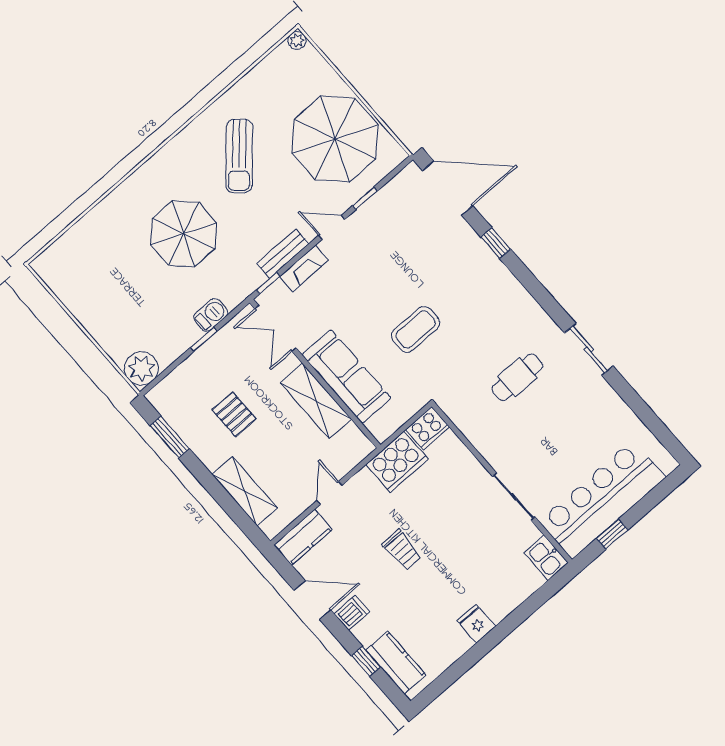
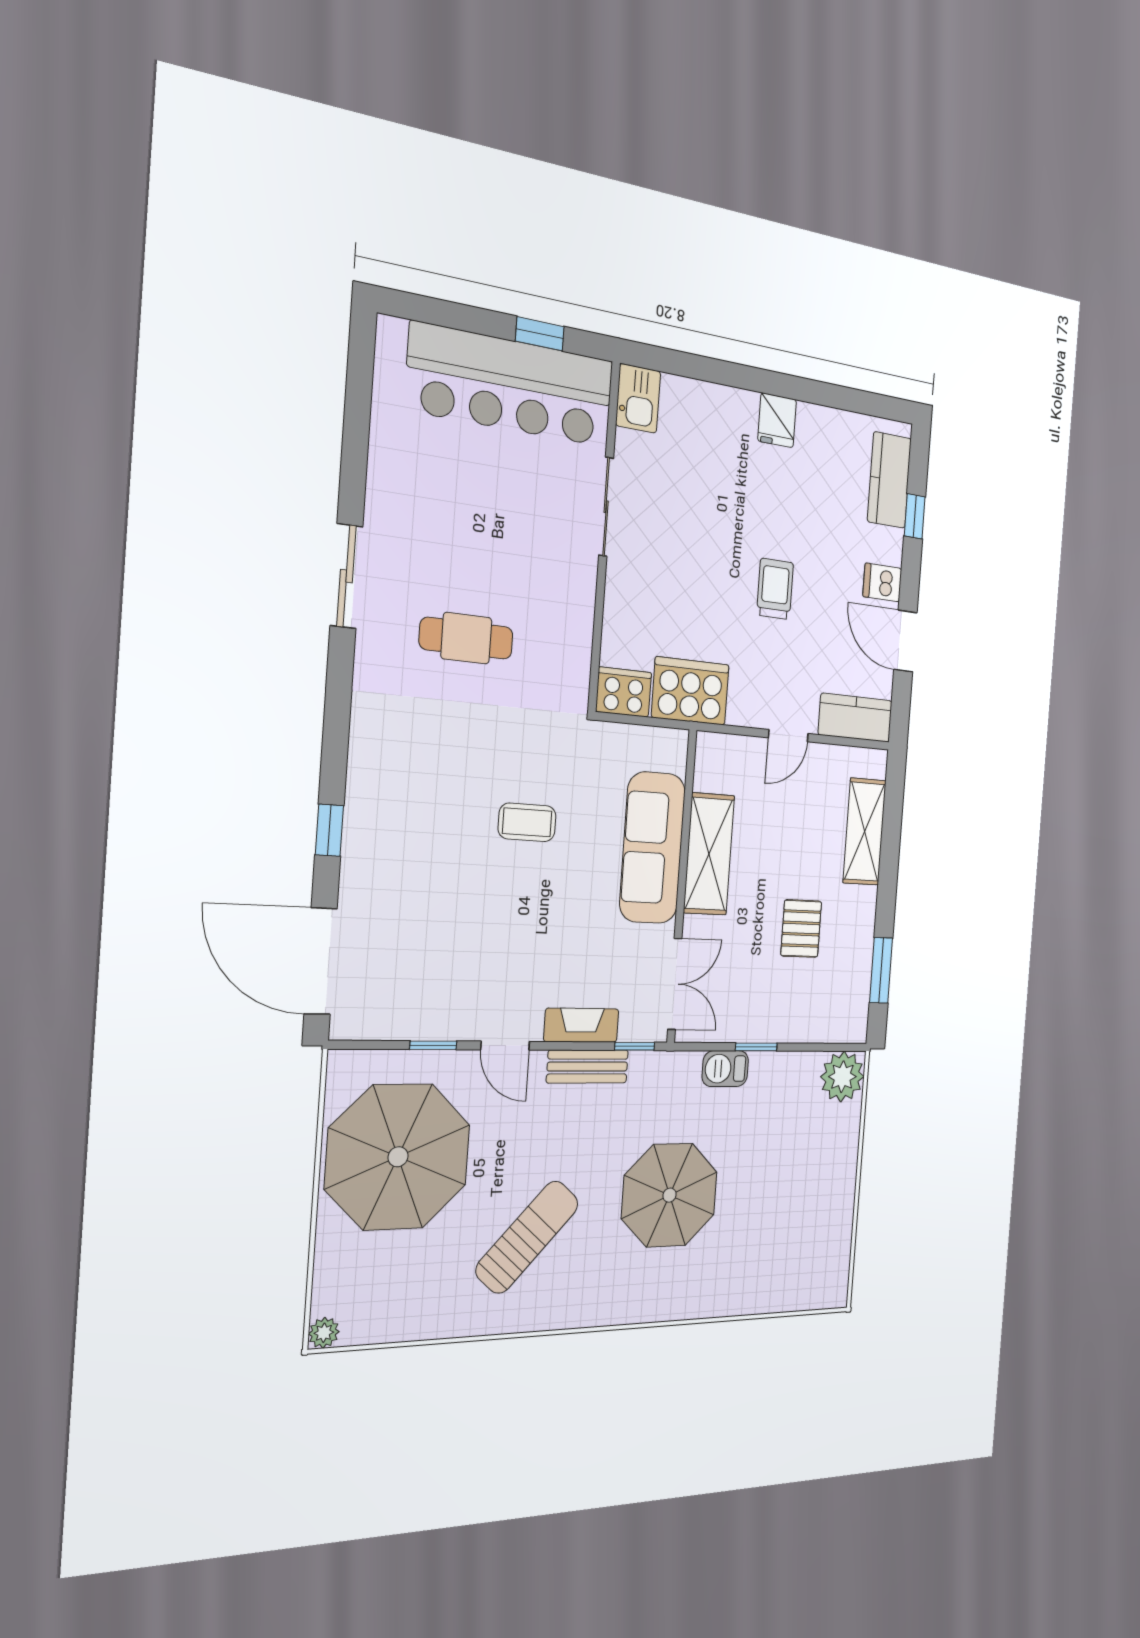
coffee table: (416, 329) -> (527, 822), width x0.73, depth x0.77

